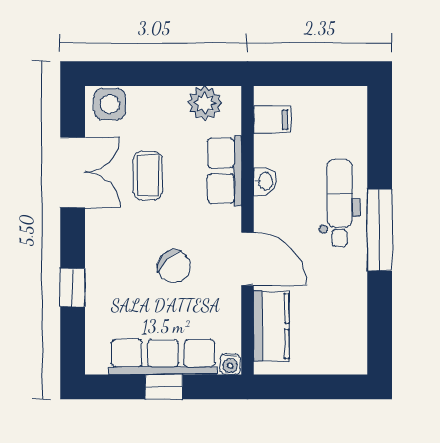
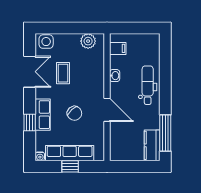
row of seats: (225, 171) -> (43, 115), moved, turned 180
window: (380, 230) -> (165, 133), moved
kitchen counter: (271, 326) -> (152, 145), moved, turned 180
water cooler: (230, 364) -> (40, 156), moved

